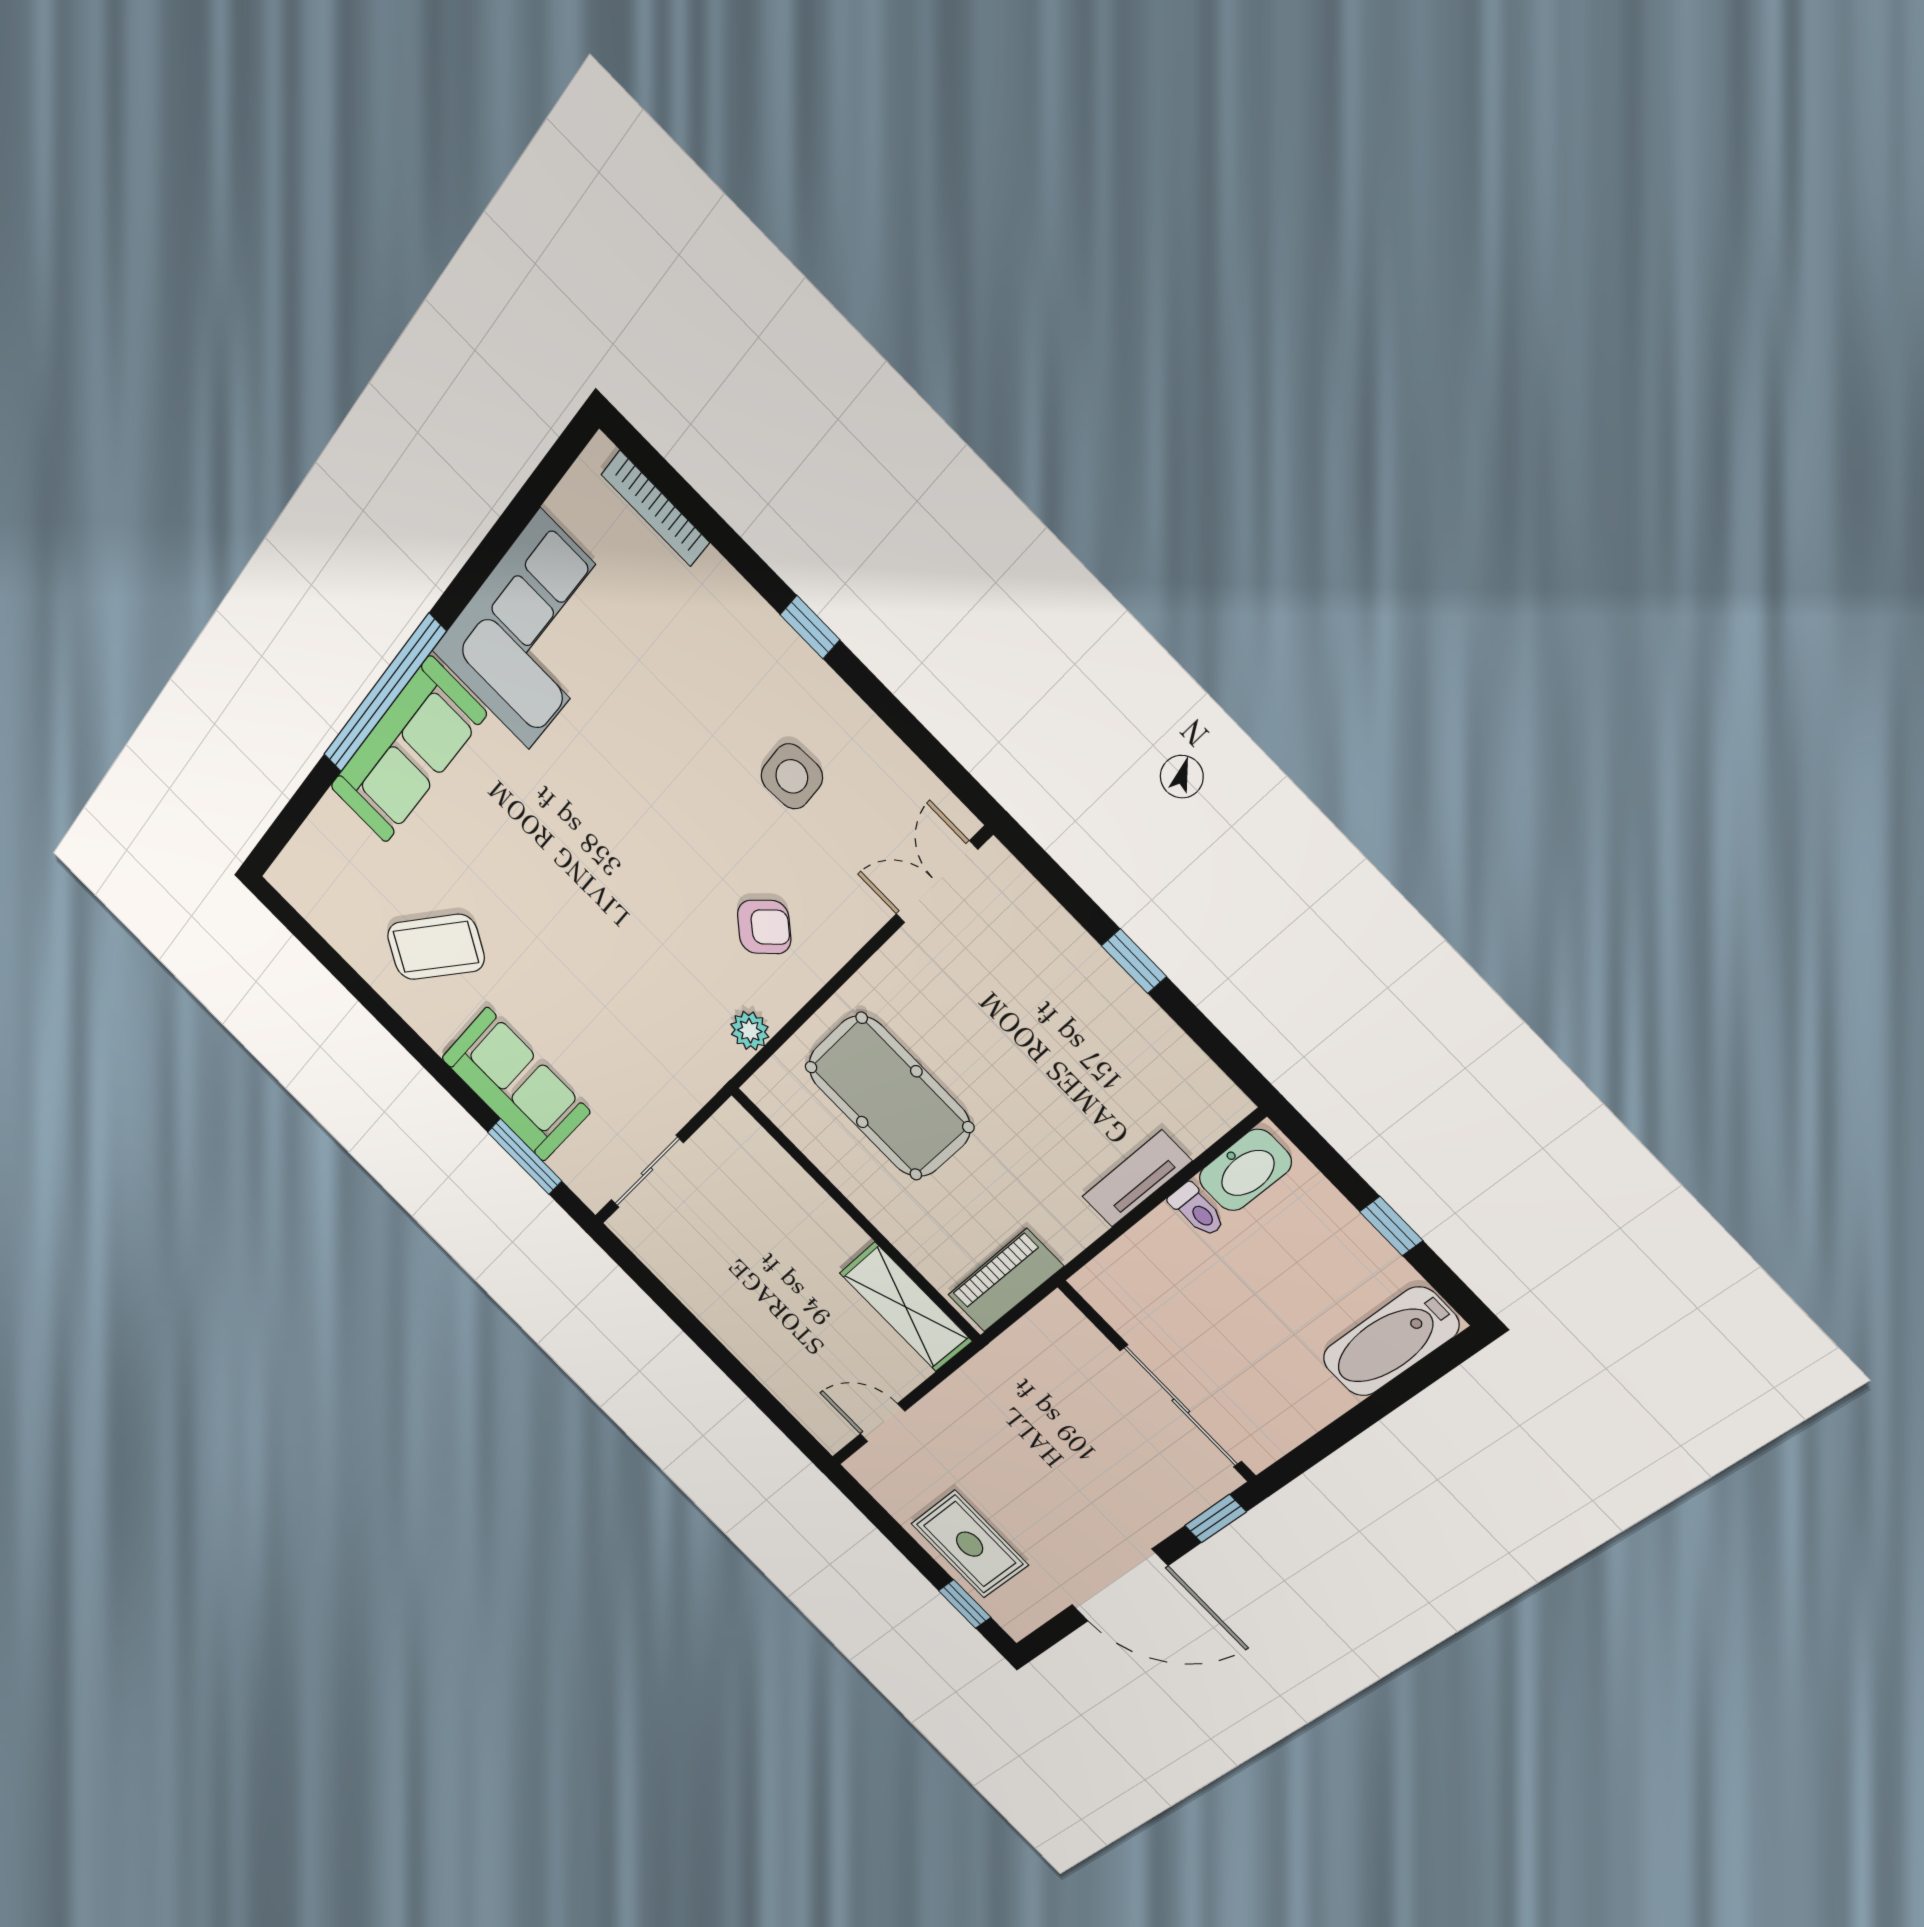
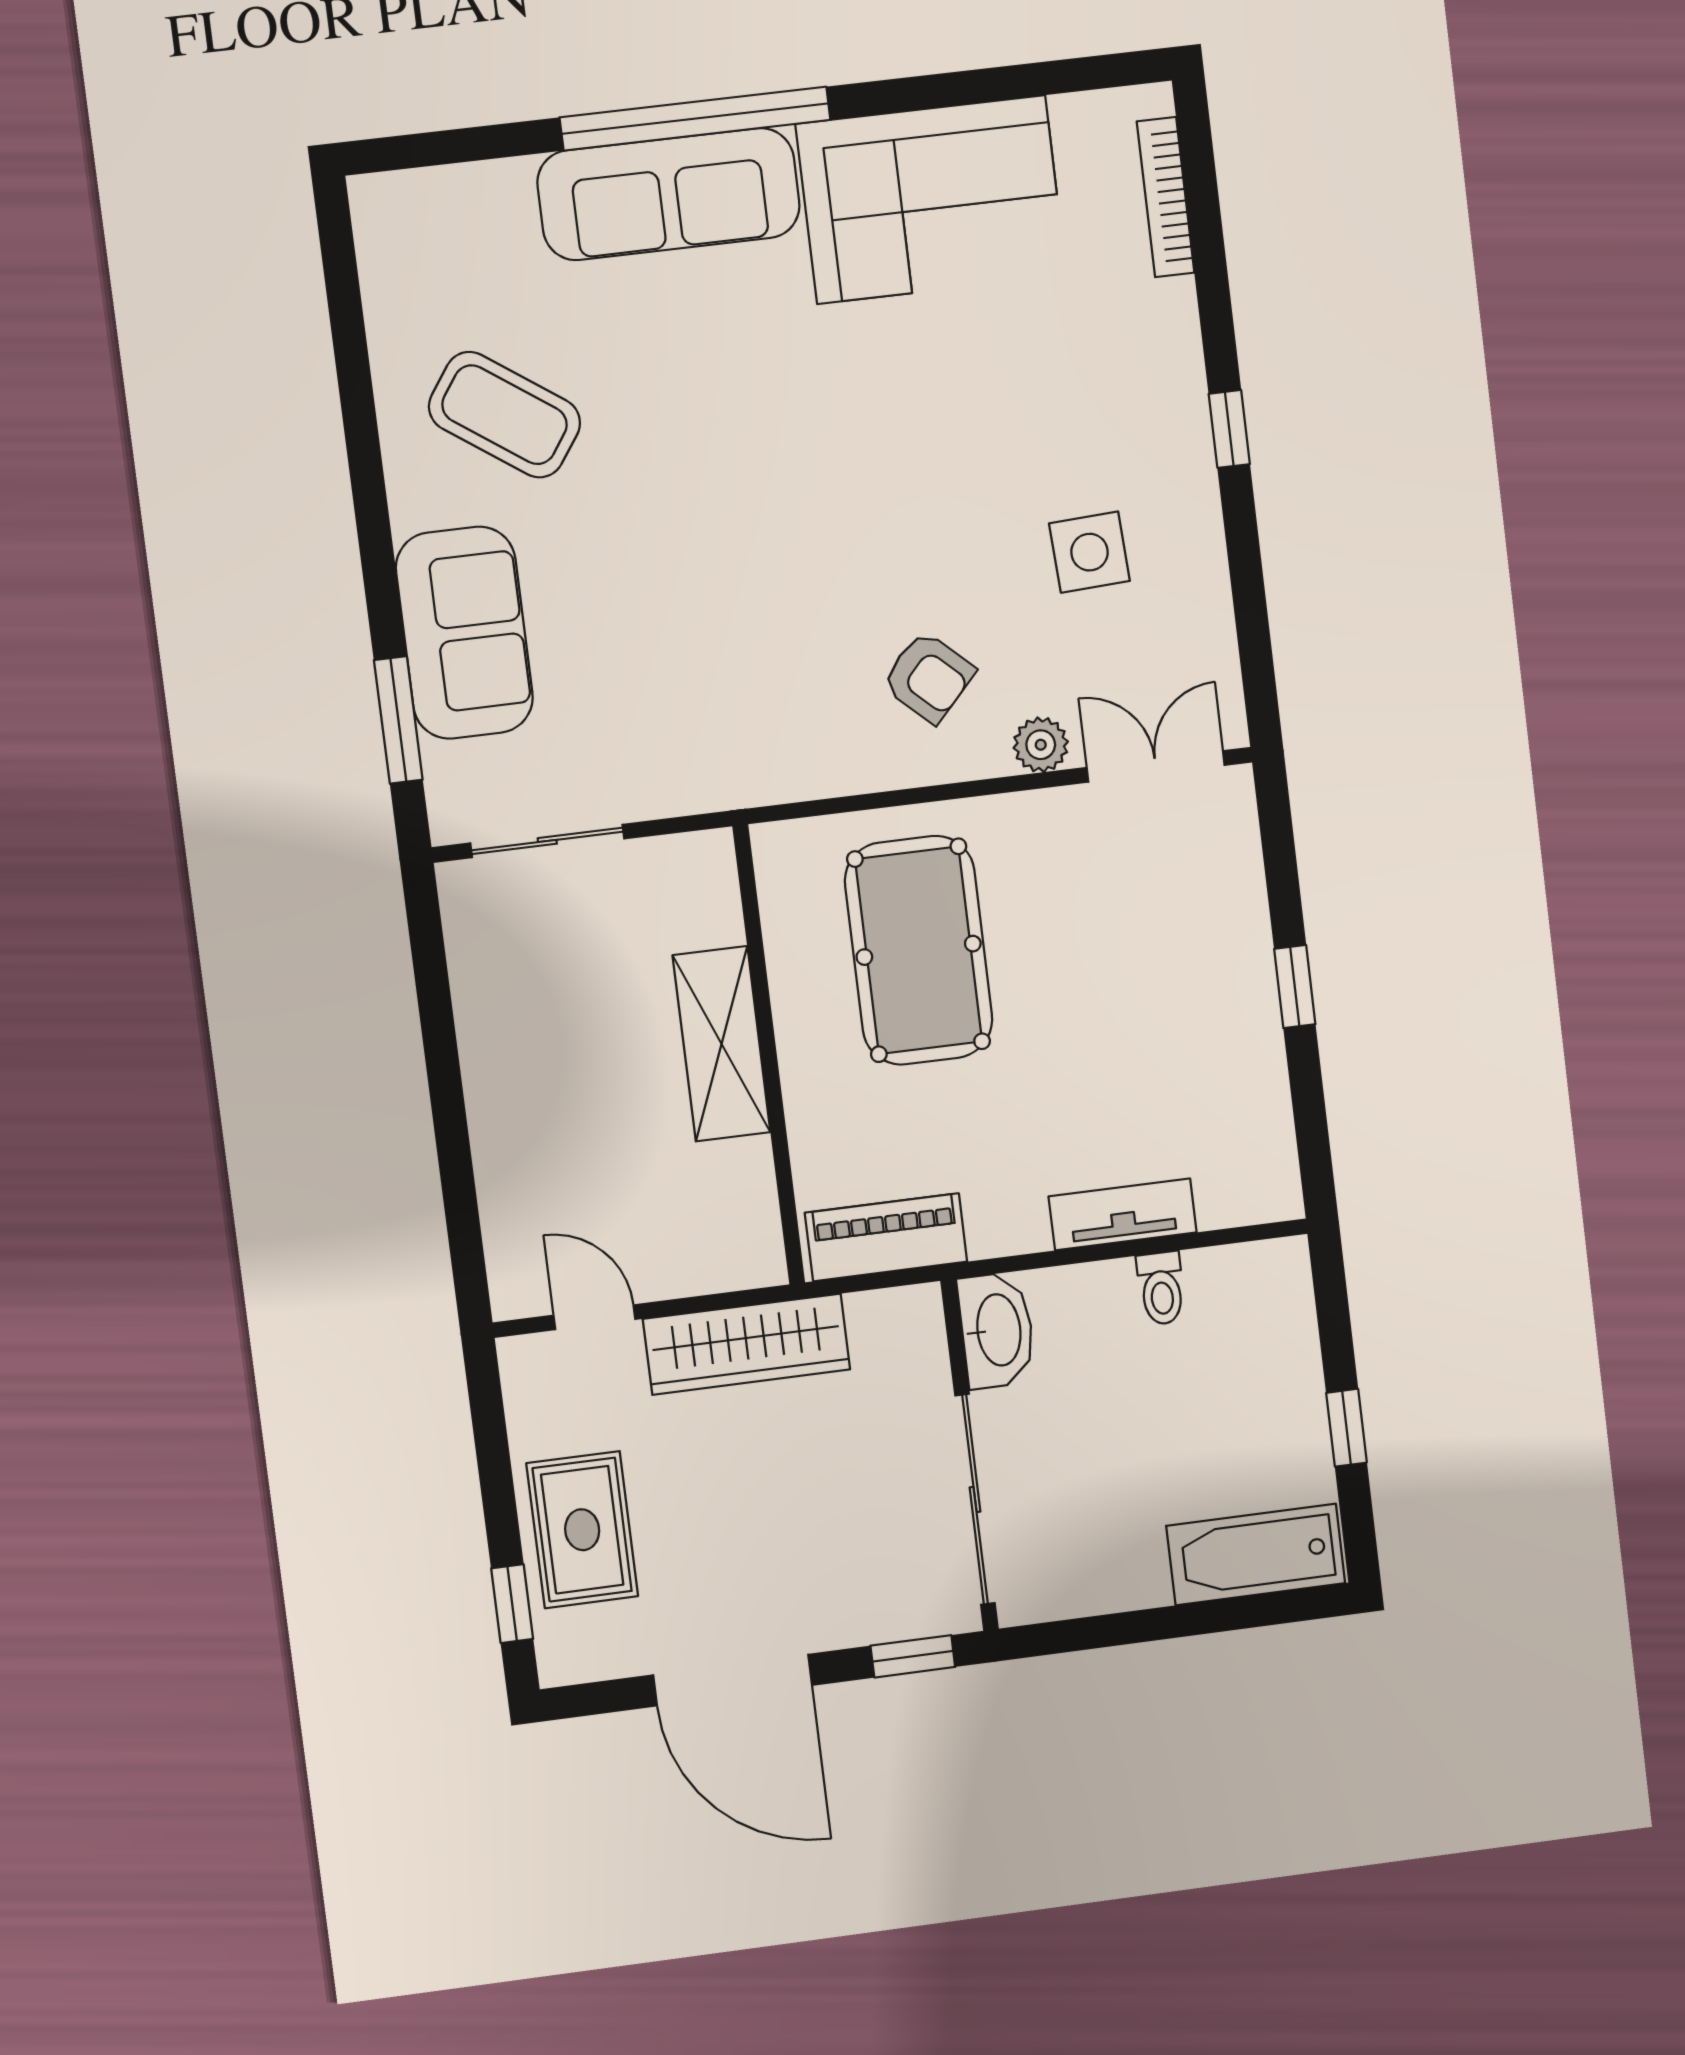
plant: (750, 1031) -> (1041, 745), moved
washbasin: (1245, 1170) -> (997, 1330), moved, turned -90
shelving: (906, 1307) -> (722, 1044), moved
wardrobe: (976, 1390) -> (747, 1344), added

